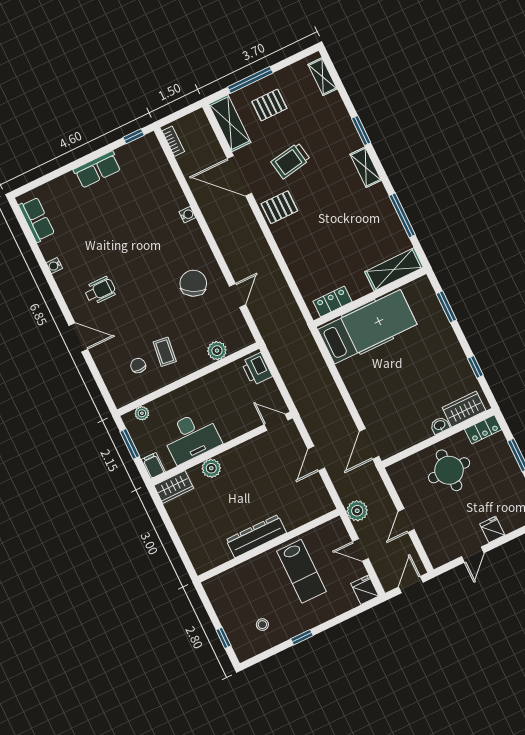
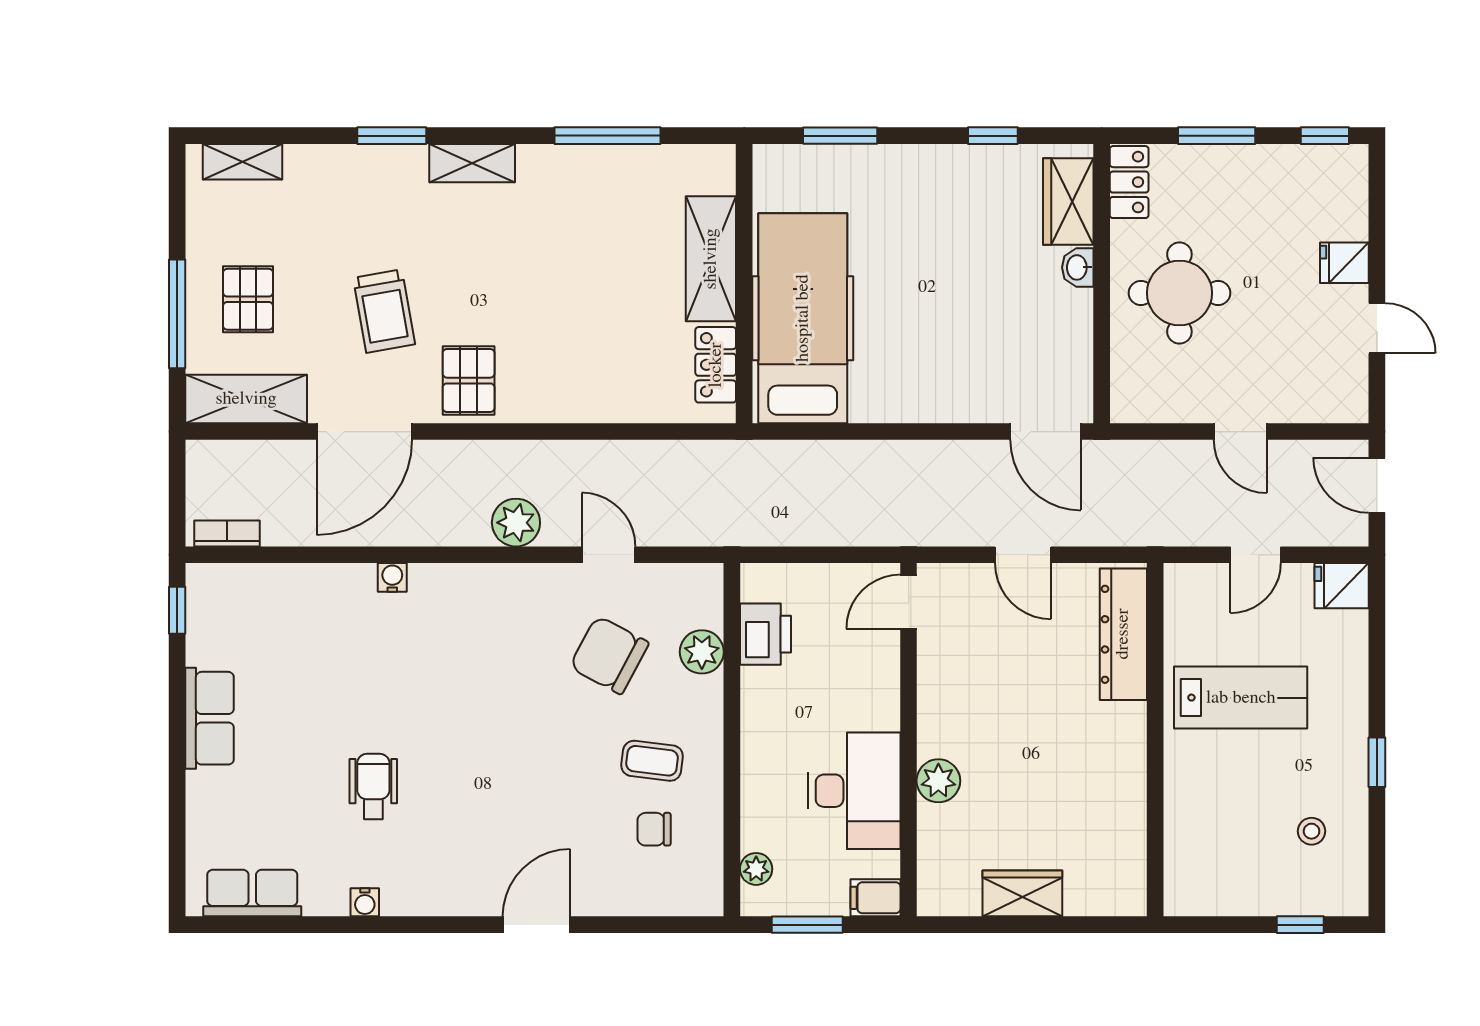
shelving: (394, 269) -> (711, 259), moved
chair: (193, 283) -> (609, 655), moved
wheelchair: (100, 290) -> (373, 786), moved
printer: (257, 369) -> (765, 634), moved, turned -90
wardrobe: (174, 487) -> (1022, 893), moved, turned -90
plant: (357, 511) -> (516, 523), moved
dresser: (256, 536) -> (1123, 634), moved

